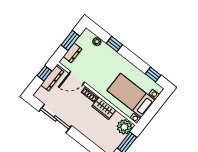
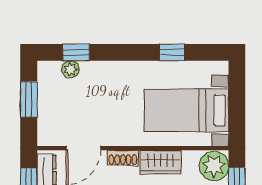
window: (114, 44) -> (76, 52), moved
dresser: (72, 53) -> (47, 115), removed
window: (153, 75) -> (172, 52), moved

